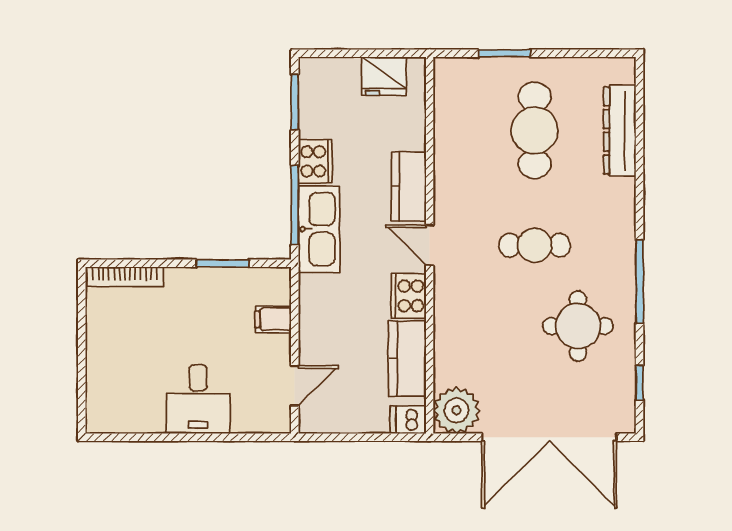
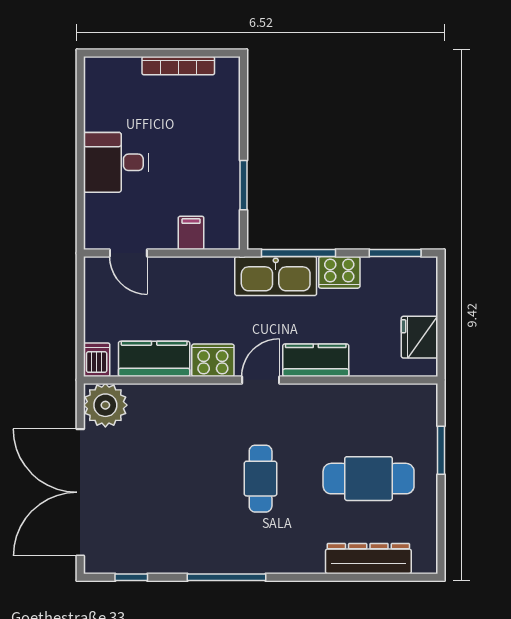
bookcase: (125, 277) -> (178, 66), moved, turned -90
round table: (578, 326) -> (185, 519), removed

